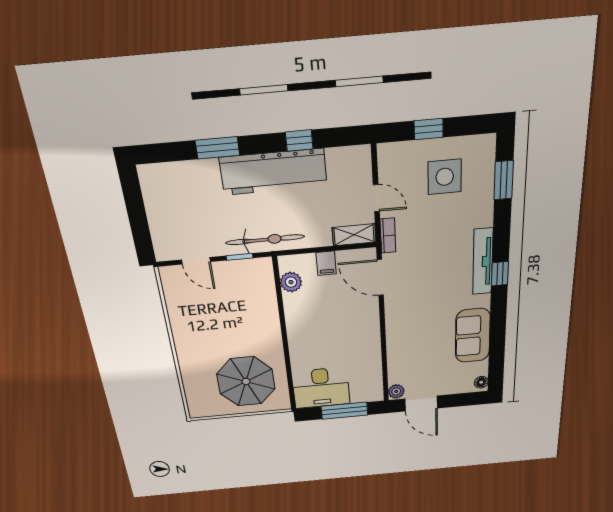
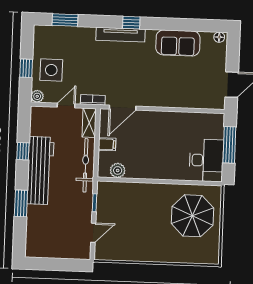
side table: (445, 177) -> (51, 70), moved
bicycle: (265, 240) -> (85, 165), moved
plant: (396, 391) -> (37, 96), moved

